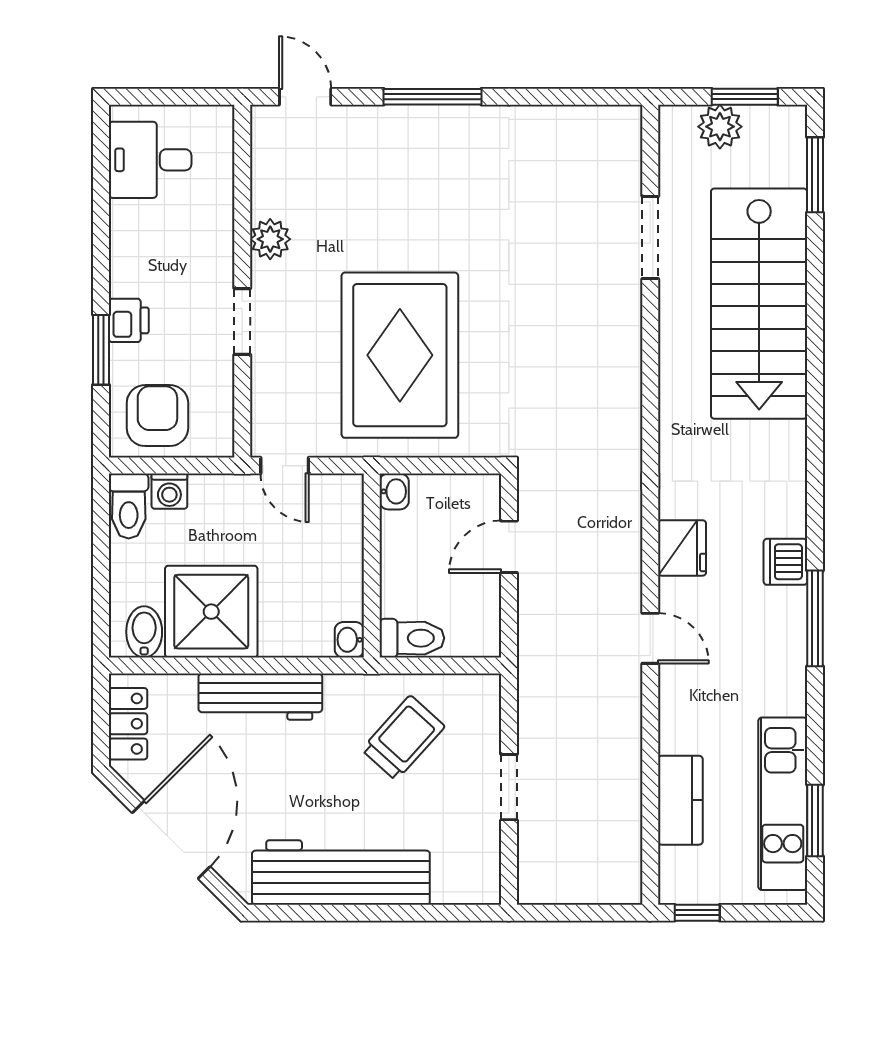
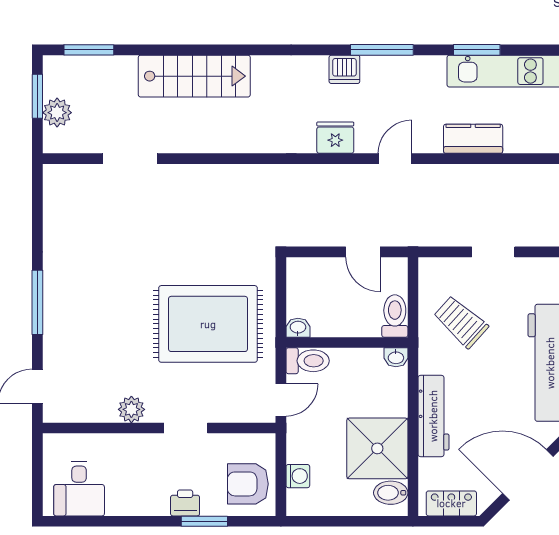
stairs: (759, 304) -> (194, 76), width x0.73, depth x0.66
toilet: (129, 506) -> (308, 361), moved
door: (509, 547) -> (363, 252), moved
kitchen counter: (680, 800) -> (473, 139), moved
window: (815, 821) -> (477, 50), moved

